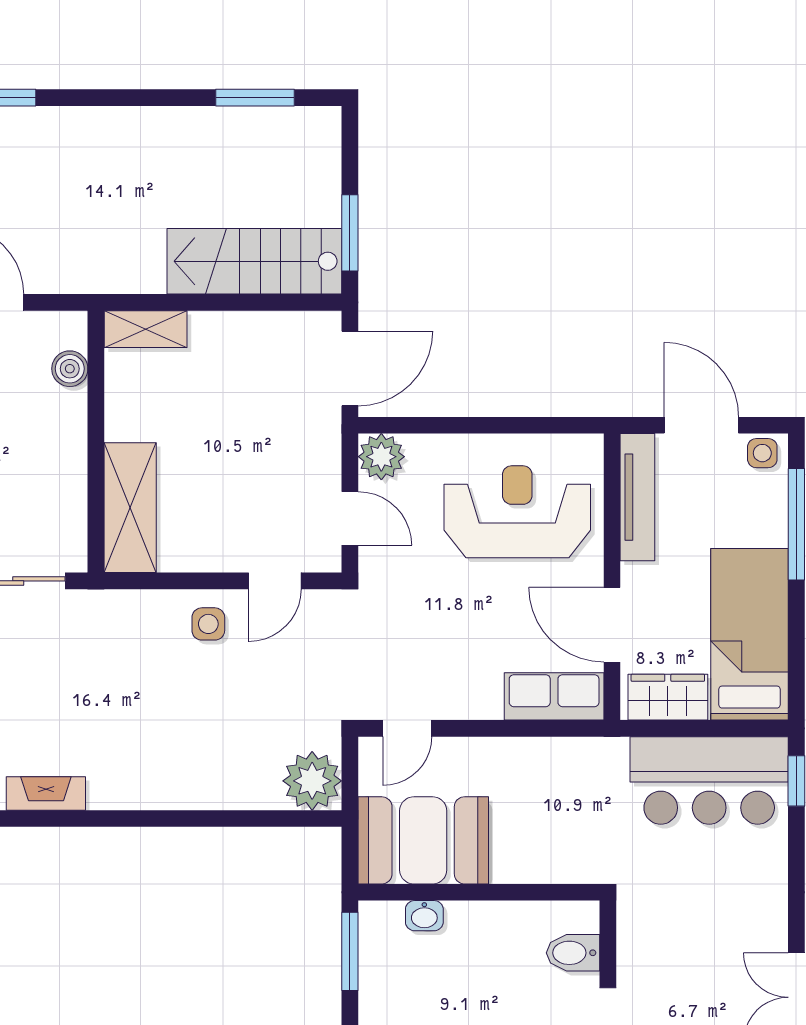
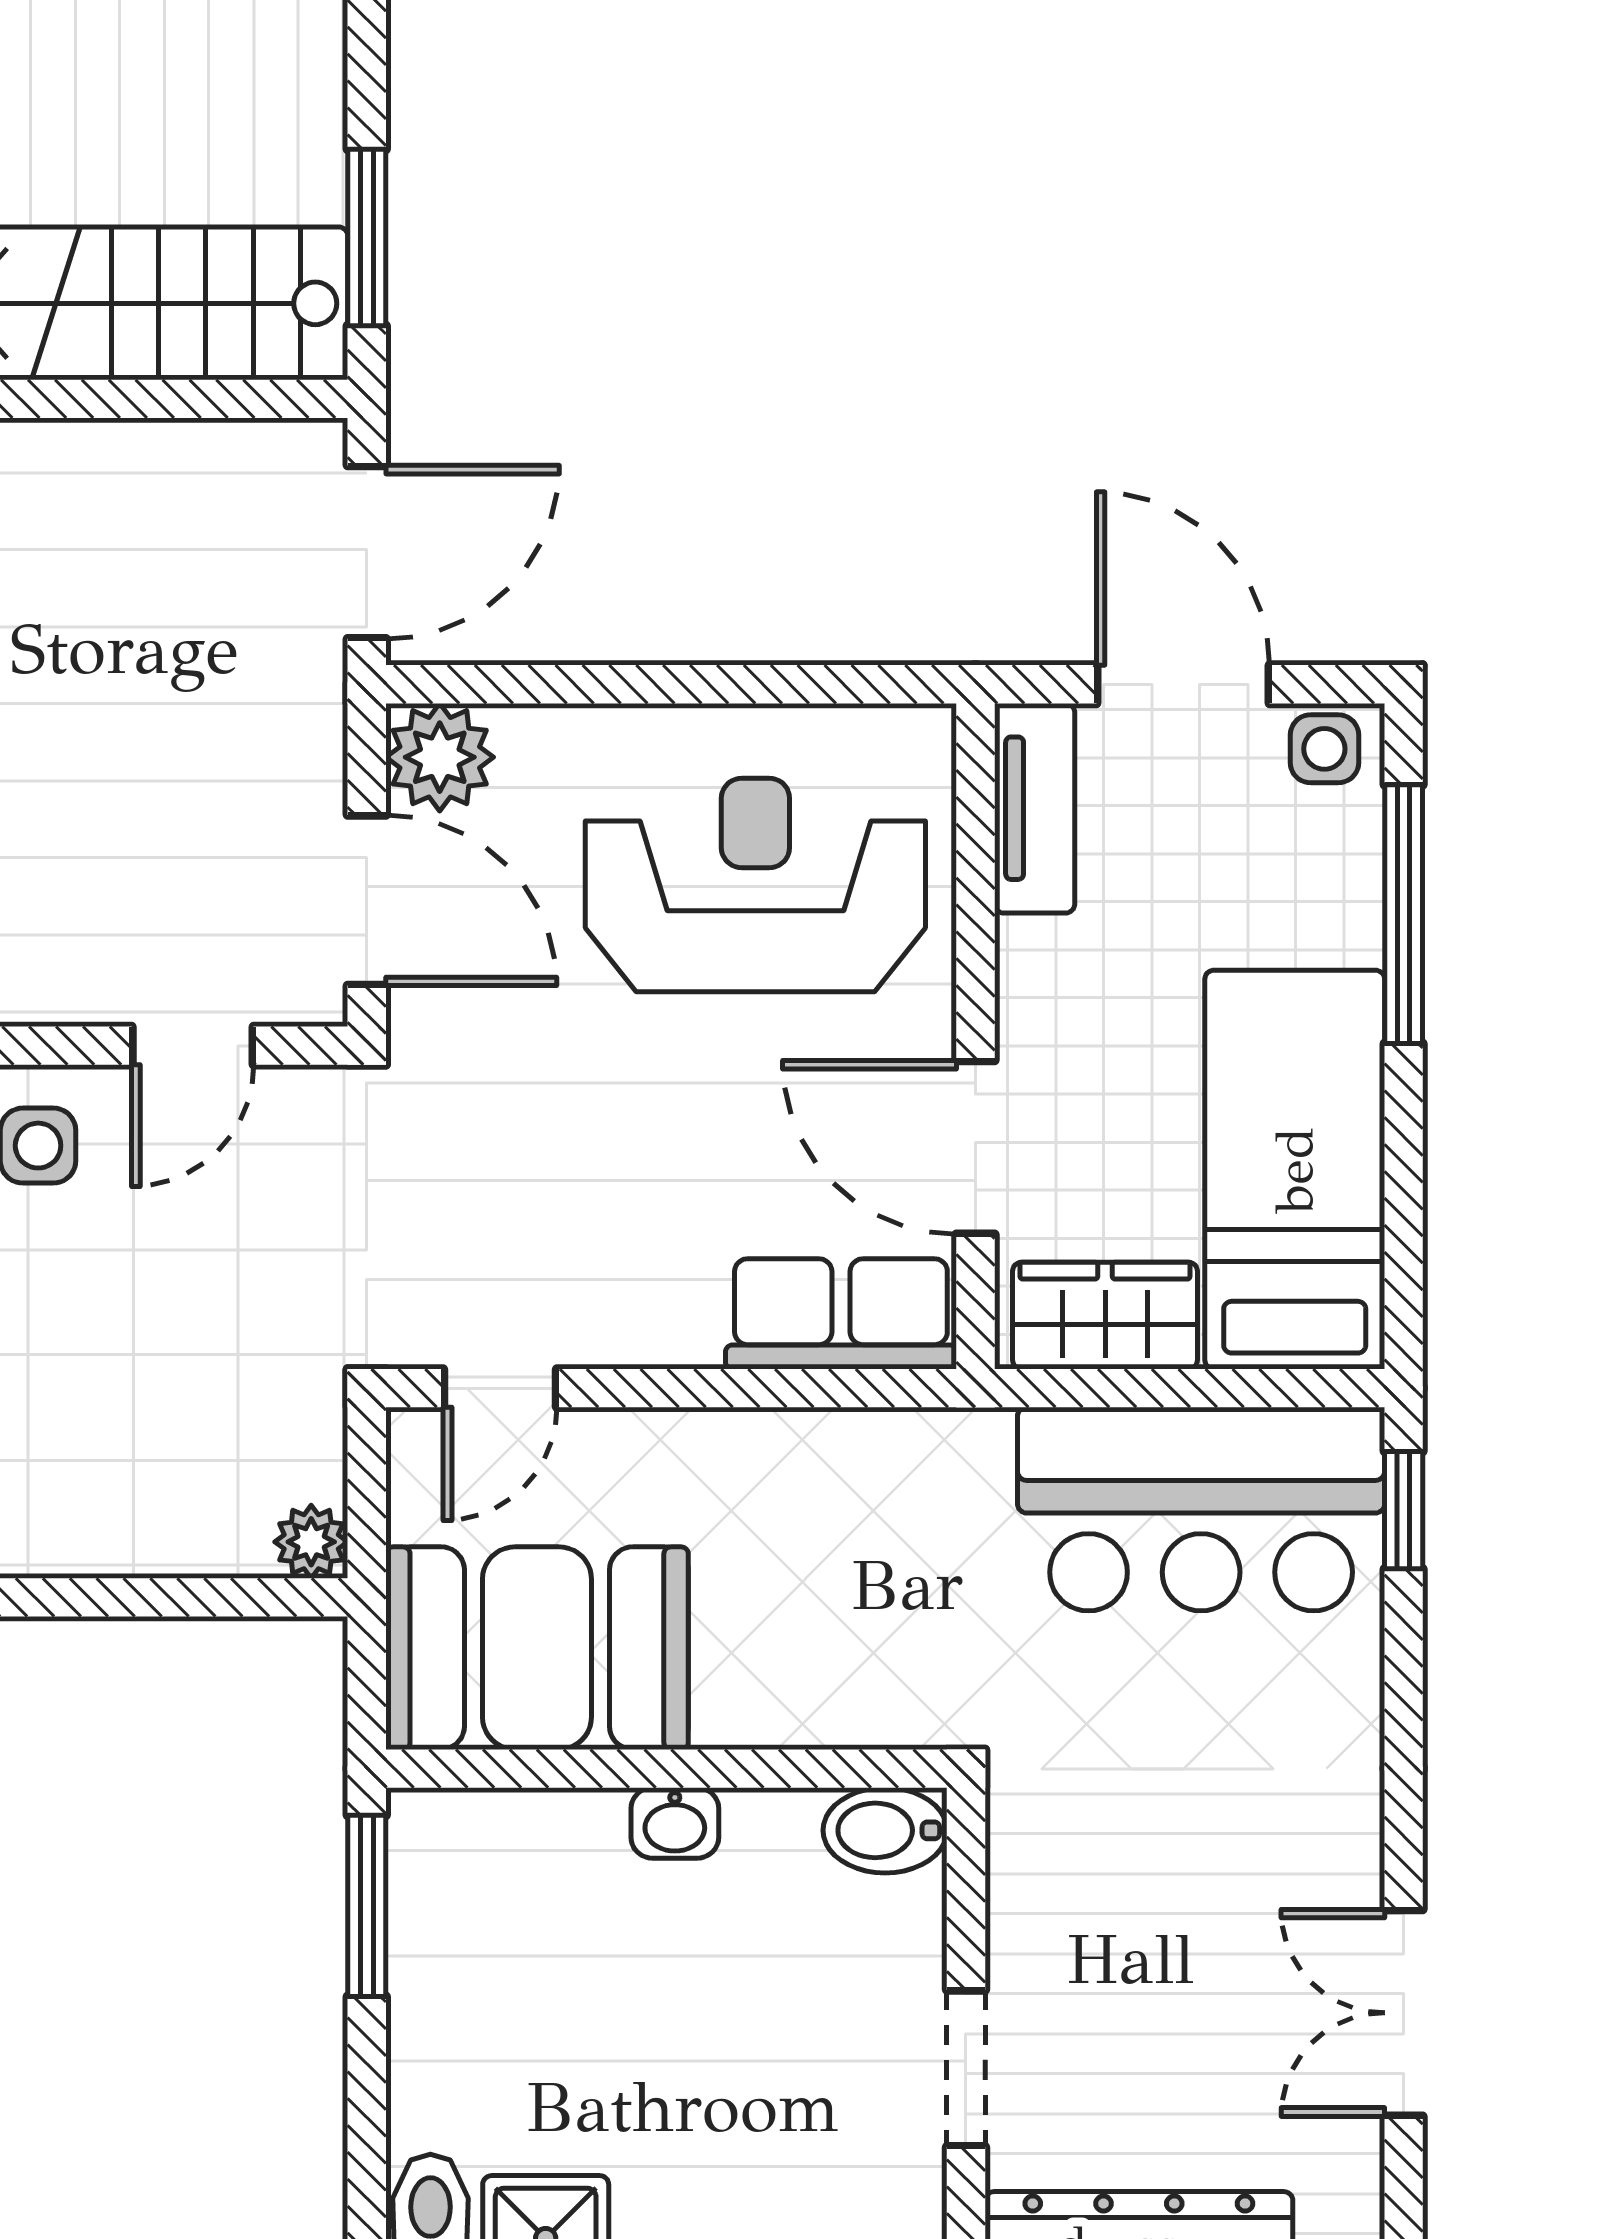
tv unit: (637, 497) -> (1035, 808), width x0.71
door: (350, 518) -> (367, 900), width x1.38
plant: (312, 781) -> (311, 1542), width x0.53, depth x0.53
washbasin: (424, 916) -> (675, 1823), moved
bidet: (573, 953) -> (885, 1830), moved

